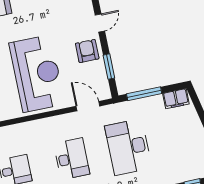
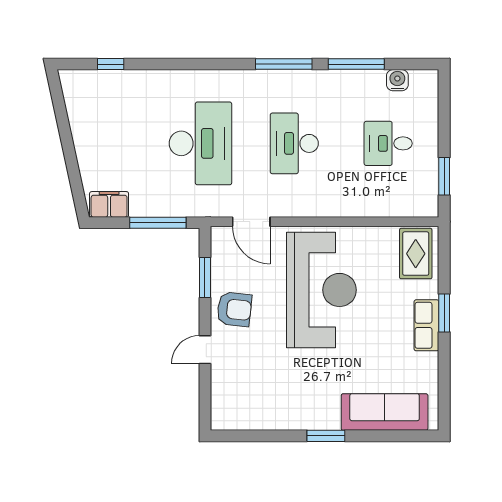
armchair: (87, 51) -> (234, 309), turned -84
reception desk: (37, 74) -> (321, 290), turned 180

